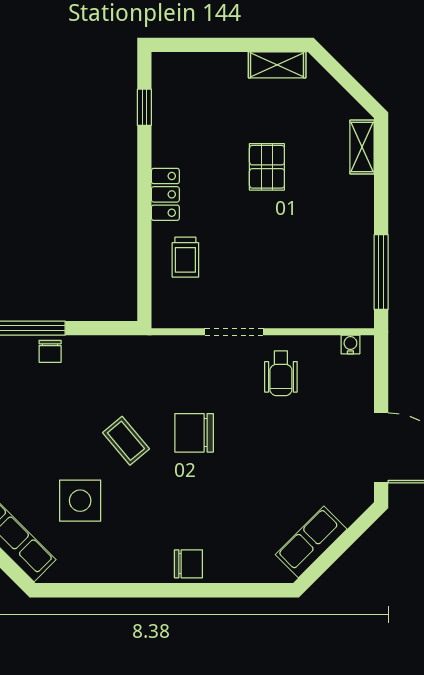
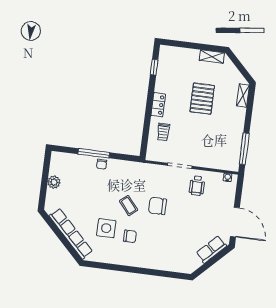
pallet: (267, 167) -> (202, 99), width x1.50, depth x1.42
row of seats: (311, 542) -> (211, 249), moved
chair: (188, 564) -> (130, 236), moved

